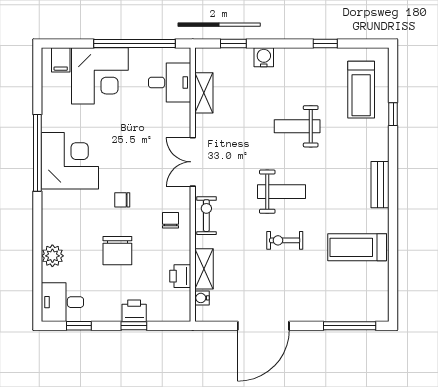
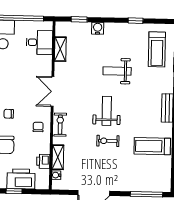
weight bench: (282, 192) -> (107, 111), turned -90
printer: (134, 311) -> (21, 179), width x1.87, depth x1.48

